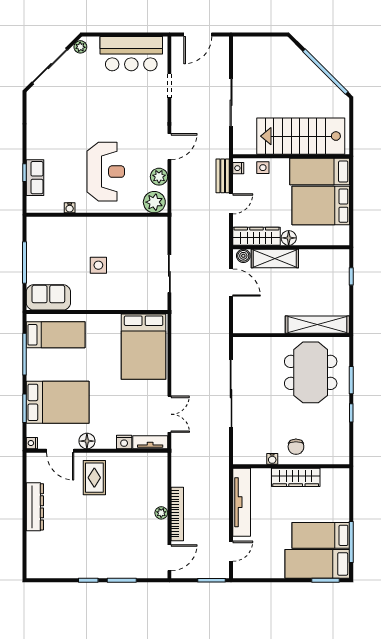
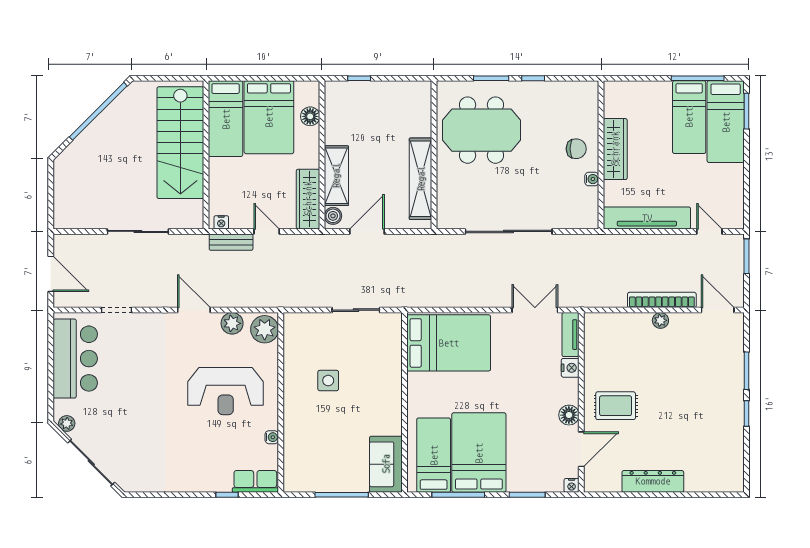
side table: (263, 168) -> (221, 191), removed
reception desk: (106, 172) -> (226, 391), turned 180
row of seats: (35, 178) -> (255, 481), moved
floor lamp: (289, 238) -> (310, 116), moved
side table: (98, 265) -> (328, 381), moved
shelving: (317, 325) -> (421, 179), moved
bed: (58, 402) -> (479, 453), moved

